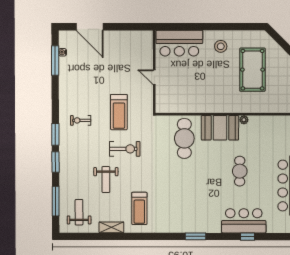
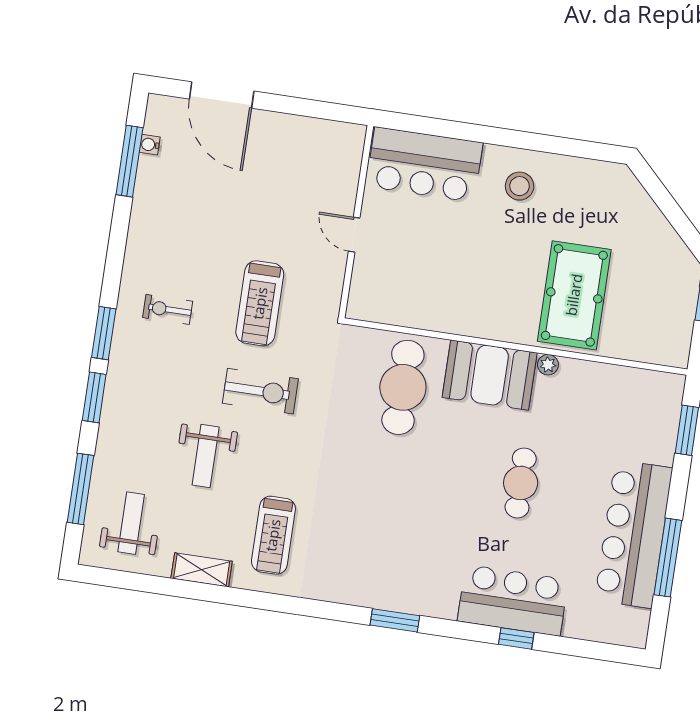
pool table: (252, 70) -> (574, 295), moved

